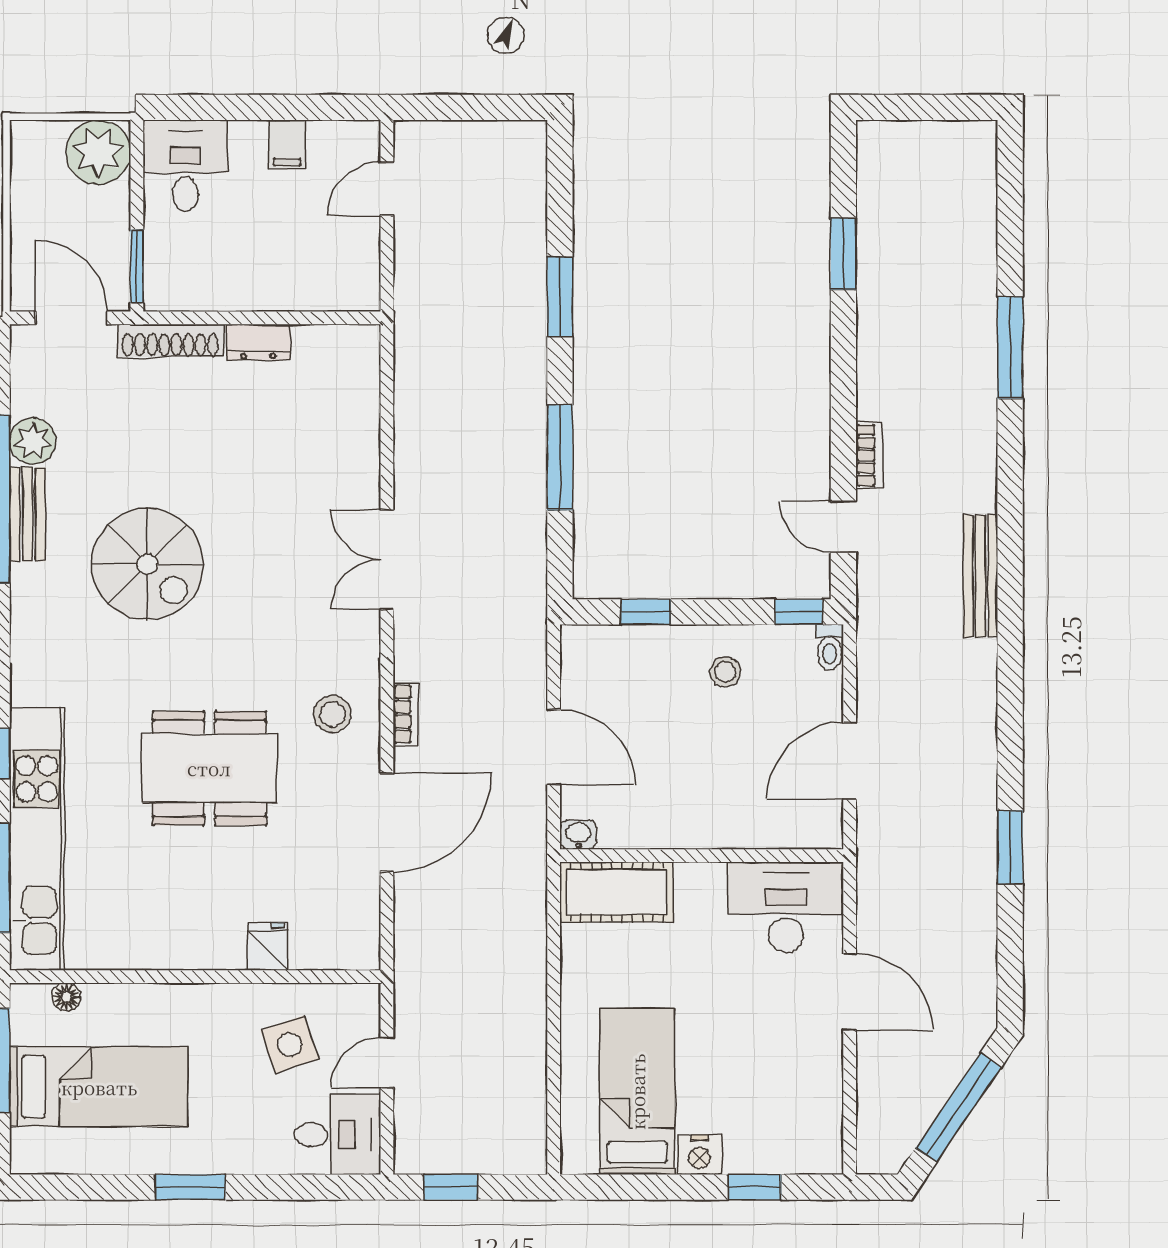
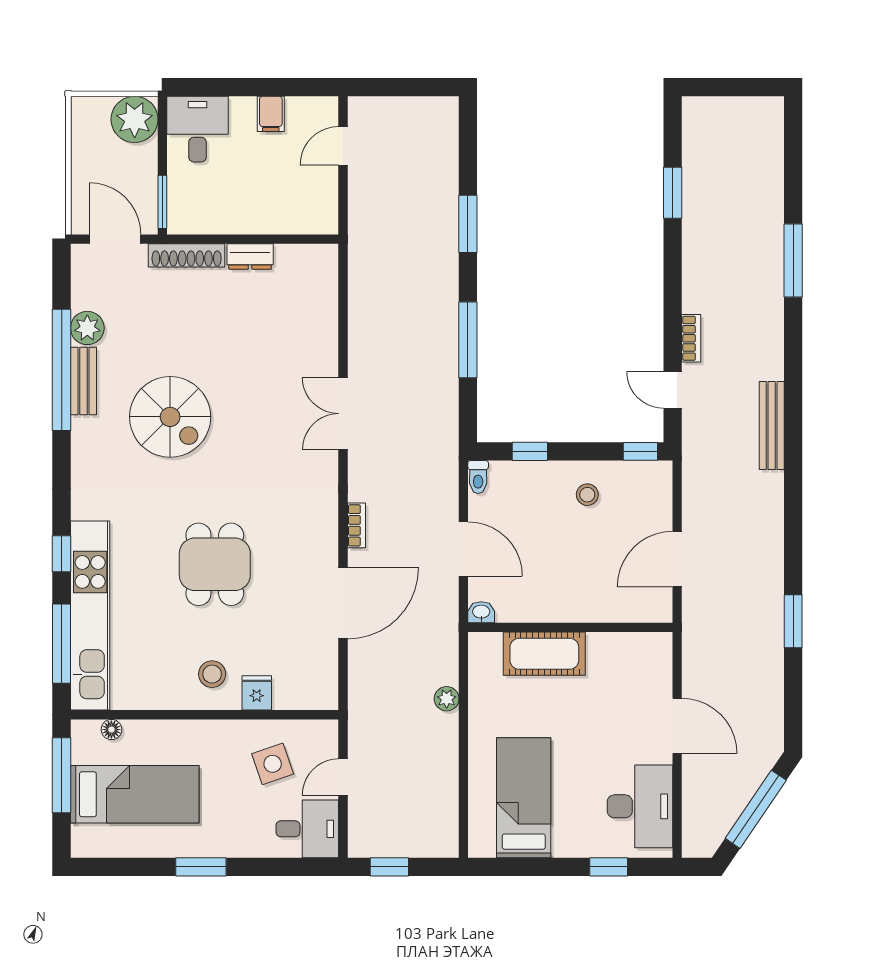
toilet: (829, 647) -> (478, 477), moved
stool: (332, 714) -> (212, 674), moved
dining table: (209, 768) -> (215, 564), width x0.73
cot: (617, 892) -> (544, 654), moved
desk: (786, 907) -> (640, 806), moved, turned 90
plant: (530, 954) -> (447, 699), added
nightstand: (700, 1155) -> (569, 843), removed

